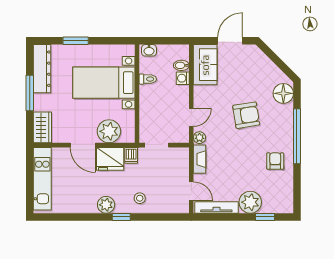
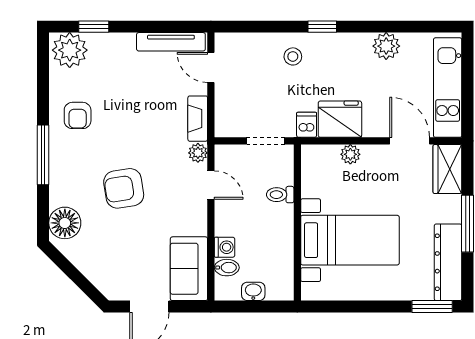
window: (76, 41) -> (432, 307), moved
washbasin: (149, 50) -> (253, 291), moved
toilet: (148, 79) -> (280, 195), moved
door: (191, 117) -> (211, 185), swing flipped
plant: (109, 131) -> (350, 154), width x0.53, depth x0.53
window: (297, 136) -> (43, 155), width x0.68
door: (83, 145) -> (410, 141), moved
plant: (250, 202) -> (70, 50), moved
plant: (106, 205) -> (386, 46), moved

